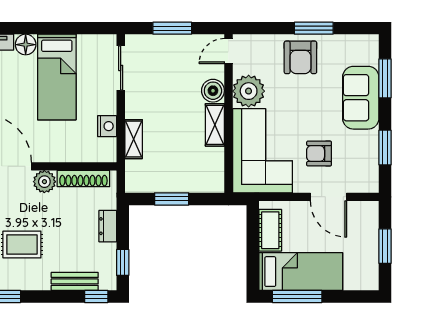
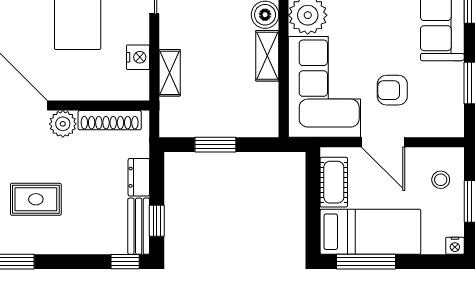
door: (328, 197) -> (383, 142), moved
stool: (359, 228) -> (441, 180), added
bench: (75, 281) -> (139, 226), moved, turned 90
nightstand: (371, 283) -> (455, 246), added

